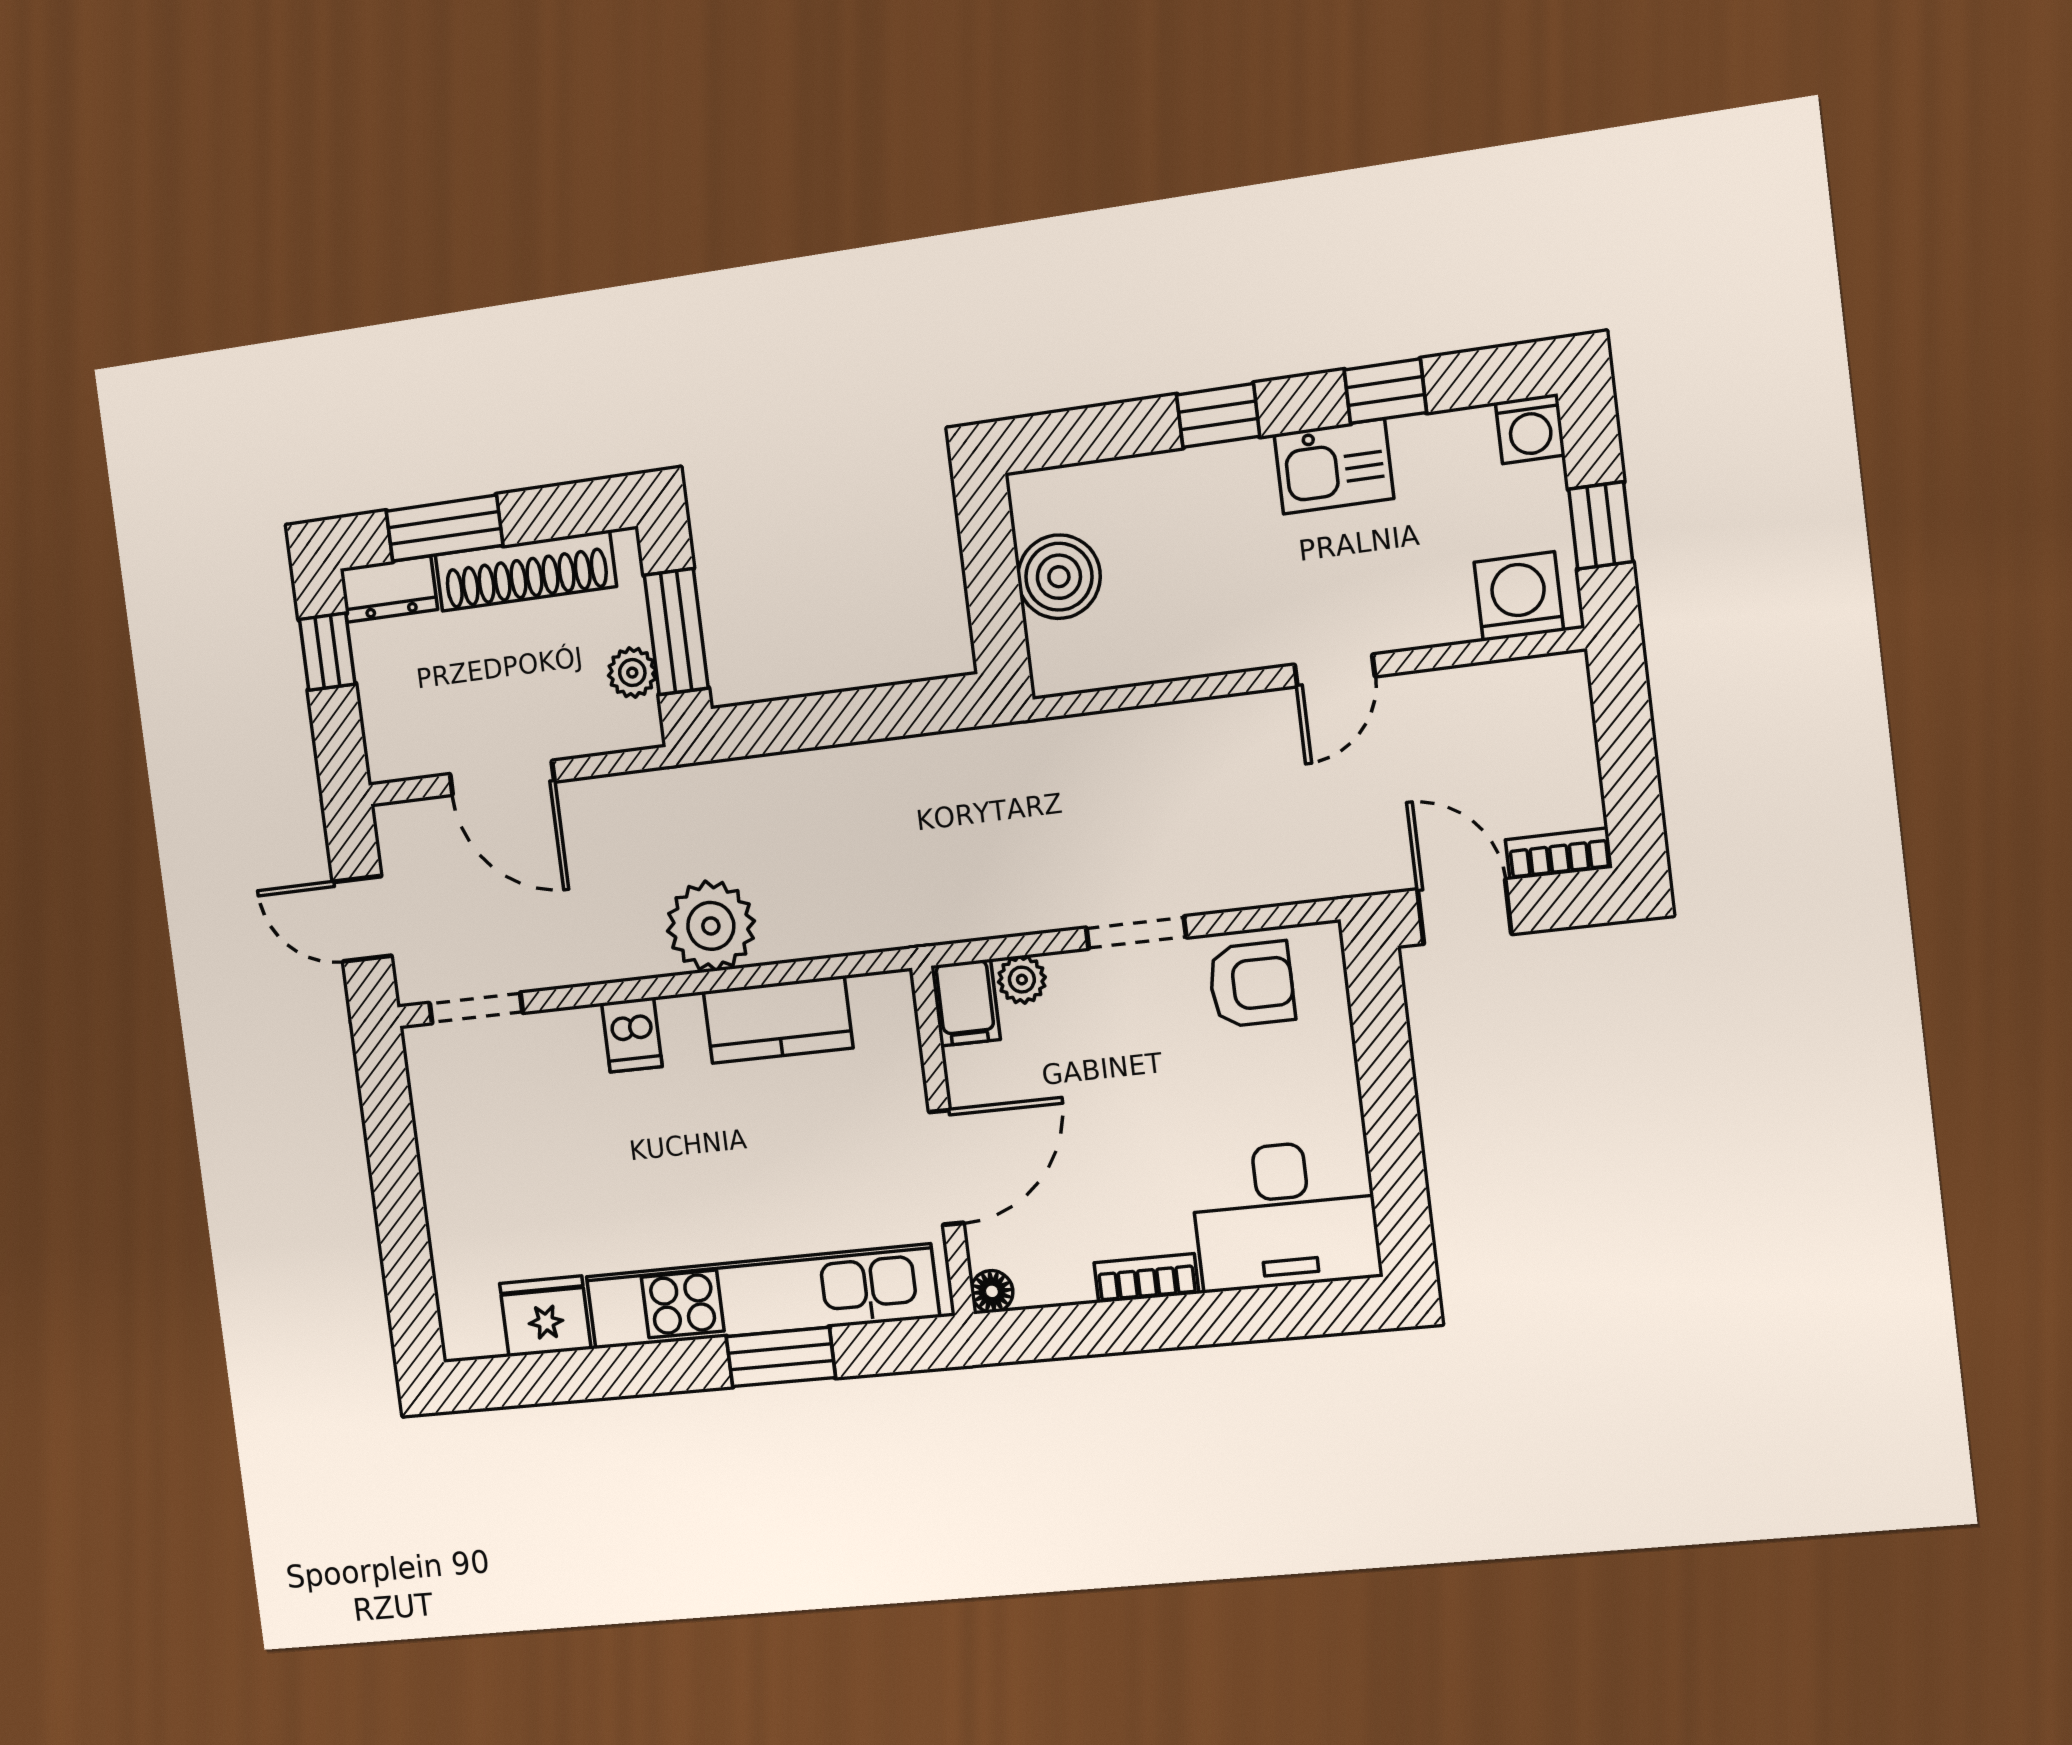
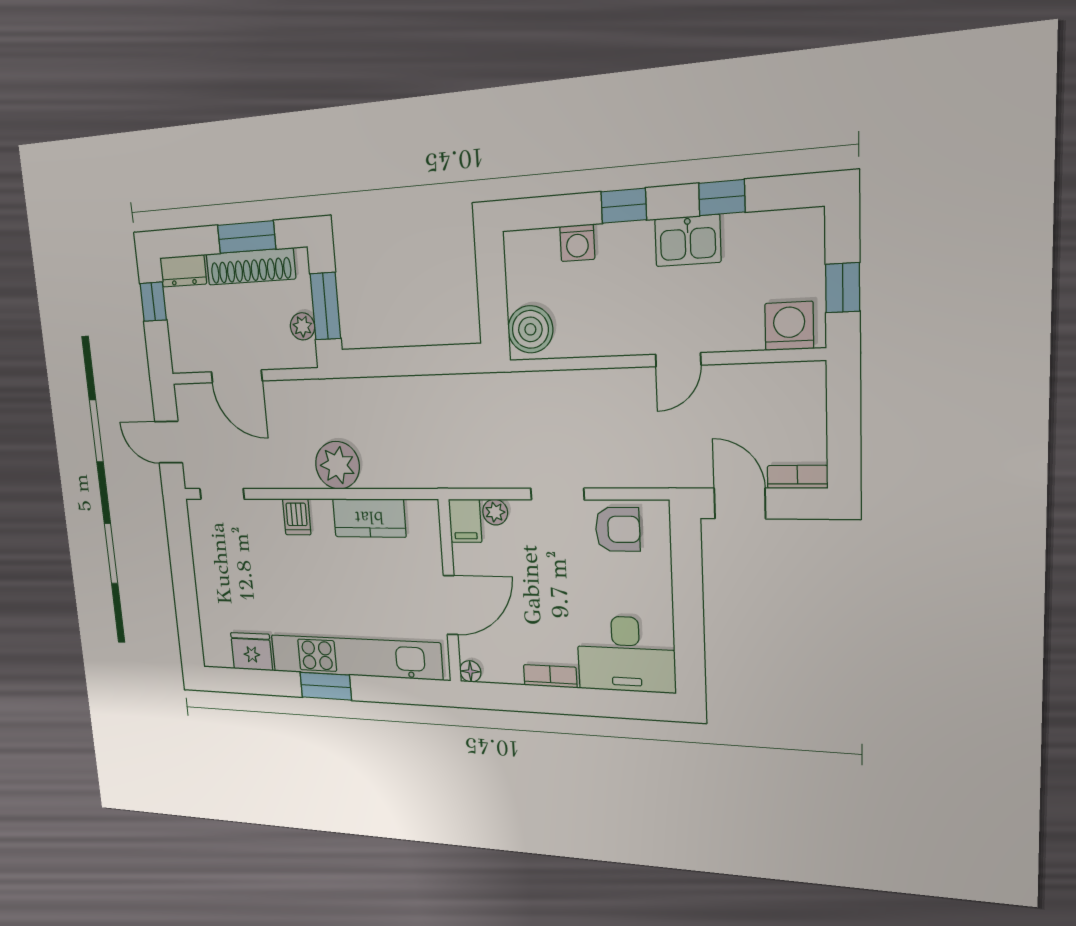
washing machine: (1530, 429) -> (577, 243), moved
window: (444, 528) -> (247, 237), moved
boiler: (1059, 577) -> (530, 329), moved
window: (781, 1357) -> (326, 686), moved

